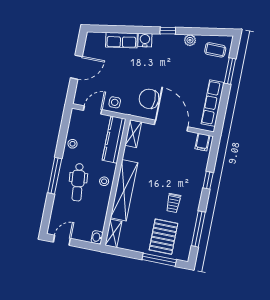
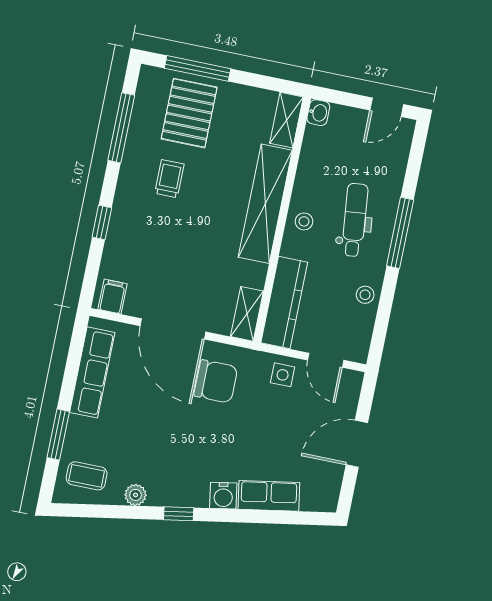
door: (93, 110) -> (326, 360), hinge flipped

